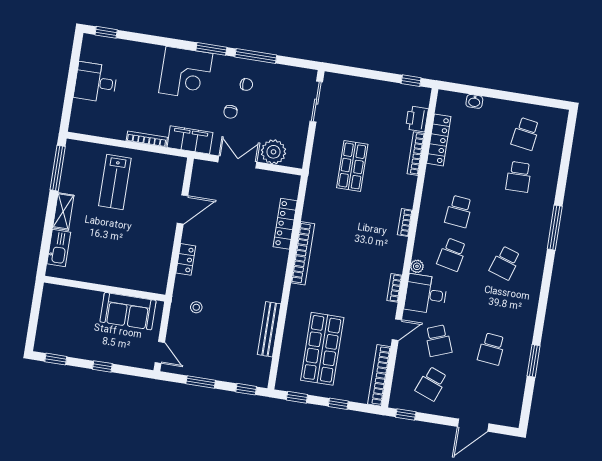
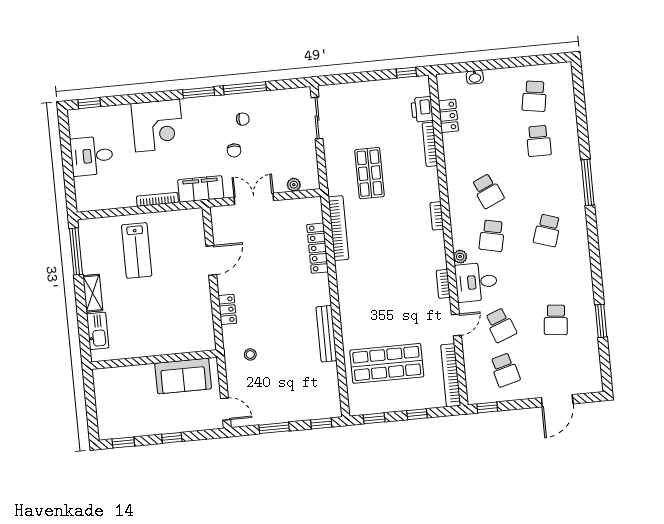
corner desk: (186, 73) -> (157, 126), moved
locker: (439, 140) -> (448, 116), width x0.66
plant: (273, 152) -> (294, 185), width x0.53, depth x0.53
school desk: (459, 211) -> (488, 191), turned -30
bookcase: (303, 253) -> (338, 228), moved
bench: (269, 329) -> (326, 334), moved
shop shelf: (322, 349) -> (387, 363), turned 90
school desk: (431, 384) -> (505, 370), turned -36

